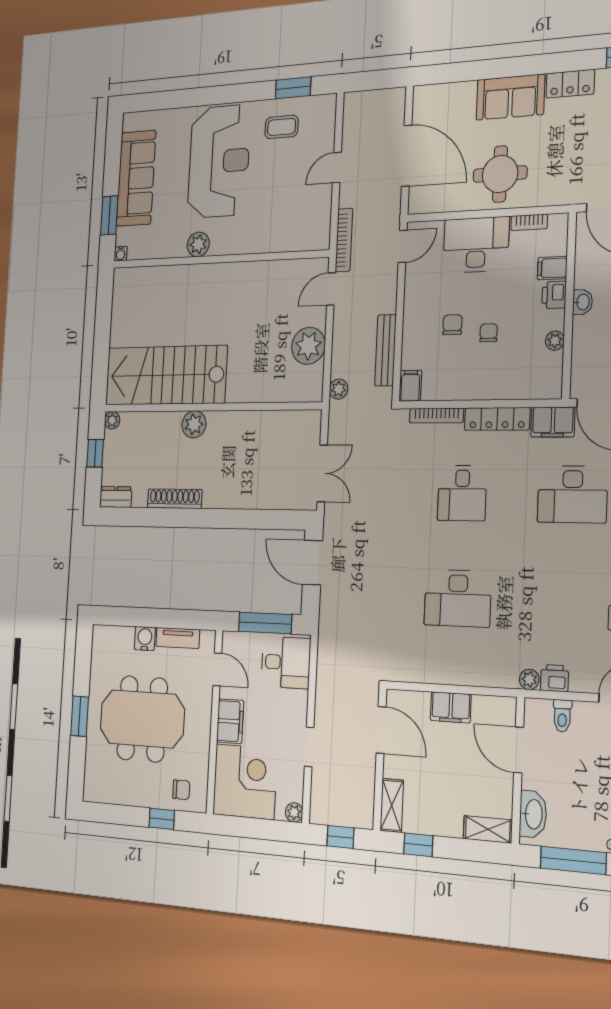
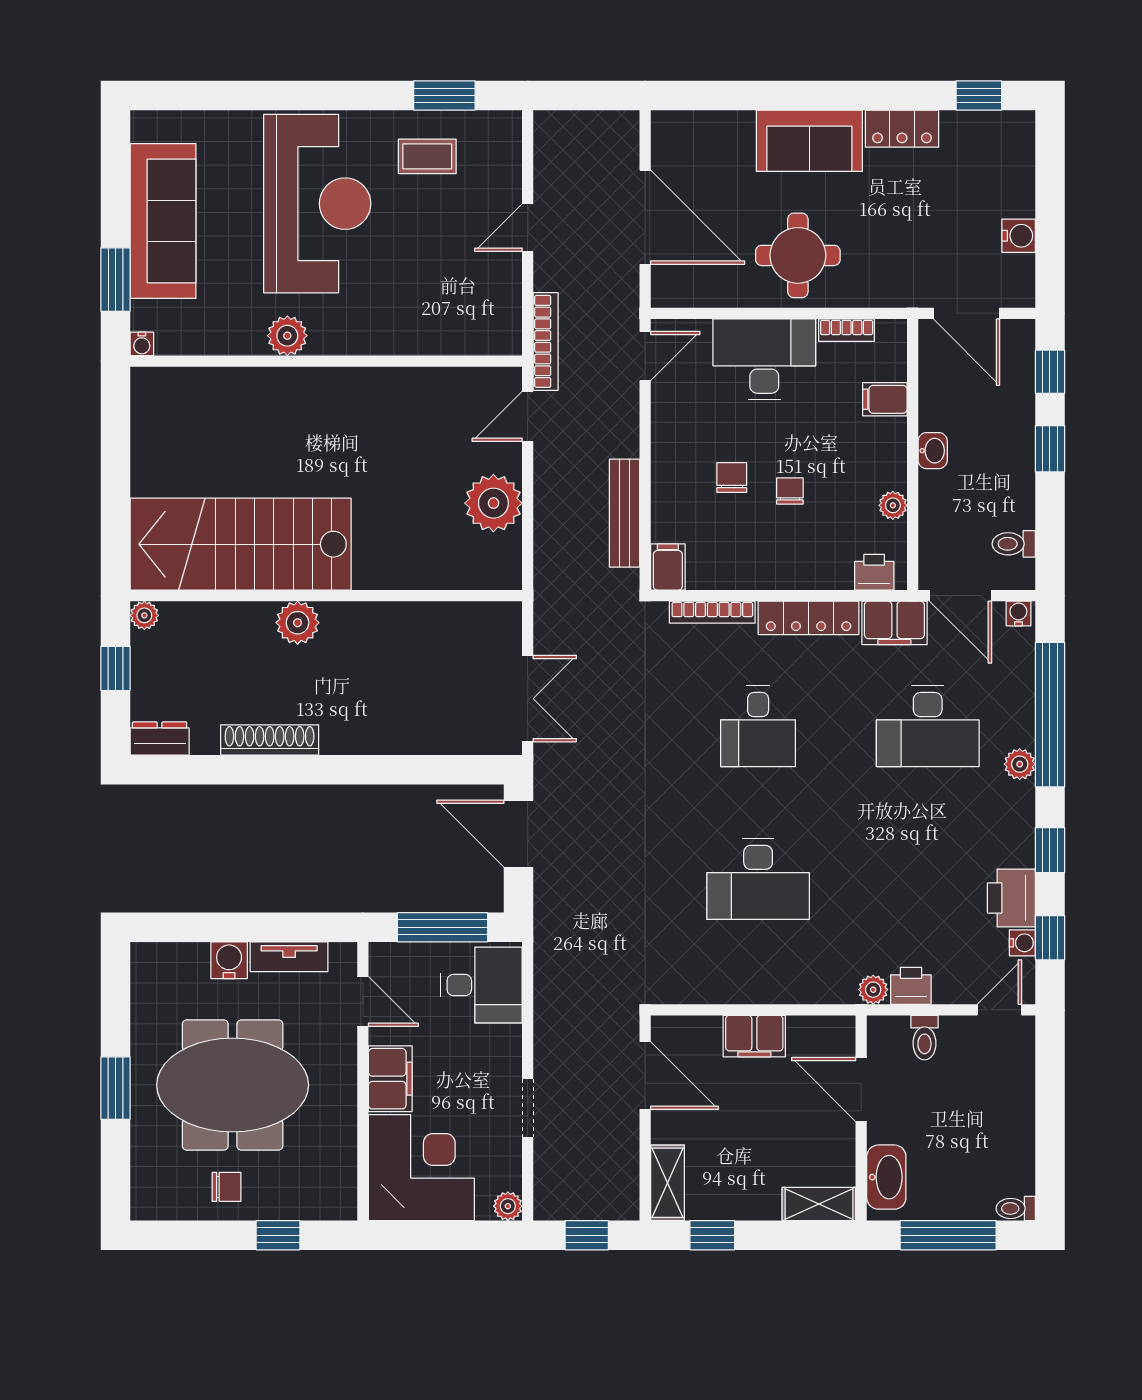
printer: (554, 295) -> (874, 572), moved, turned 90
plant: (339, 389) -> (549, 570), removed
chair: (181, 790) -> (227, 1187), moved

